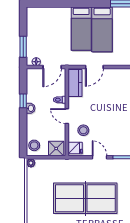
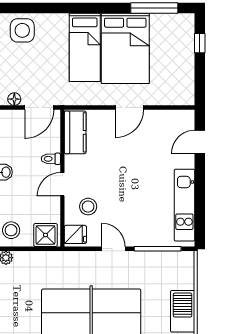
side table: (41, 18) -> (22, 30), added
bed: (102, 29) -> (125, 48), width x1.50
door: (94, 67) -> (129, 108), moved
door: (67, 116) -> (62, 184), hinge flipped

